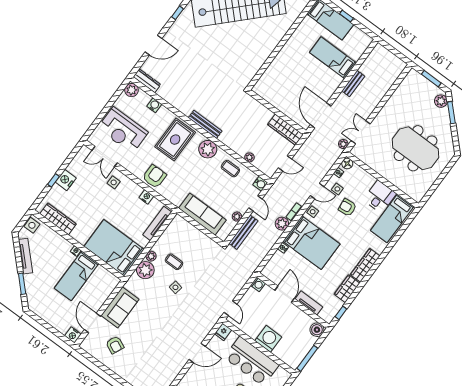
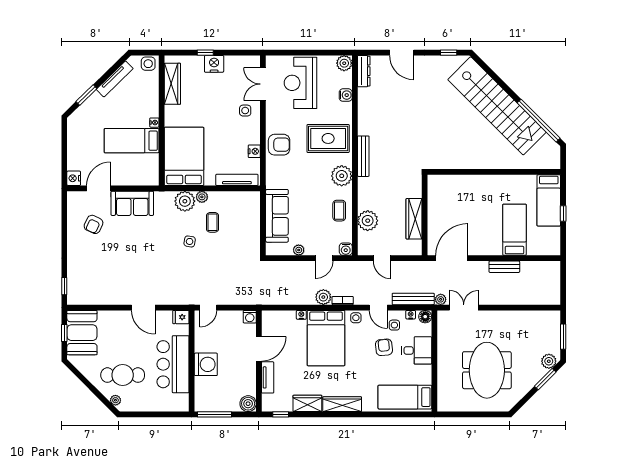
wardrobe: (285, 130) -> (414, 219), moved
plant: (249, 157) -> (368, 221), width x1.88, depth x1.88
desk: (380, 197) -> (417, 350), moved
bench: (243, 232) -> (413, 299), moved

